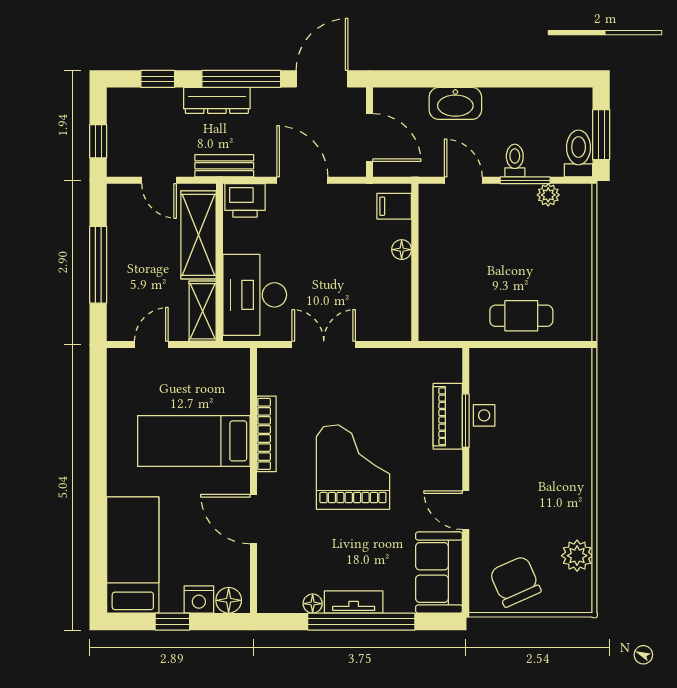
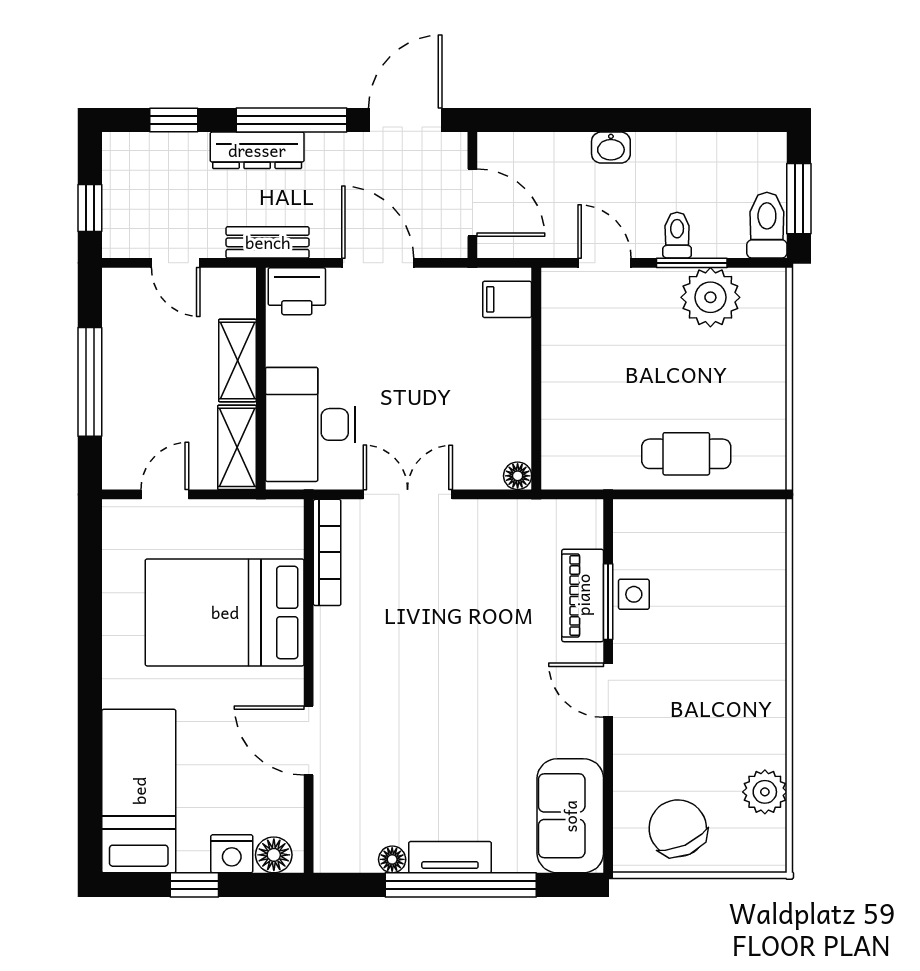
washbasin: (455, 103) -> (611, 148), width x0.52, depth x0.69
plant: (548, 195) -> (710, 297), width x1.88, depth x1.88
shelving: (198, 235) -> (237, 360), width x0.67, depth x0.75
floor lamp: (402, 250) -> (518, 476), moved
bookcase: (266, 434) -> (327, 552), moved
bed: (194, 441) -> (225, 612), width x1.50
grand piano: (353, 467) -> (449, 667), removed
door: (466, 510) -> (608, 690), moved

